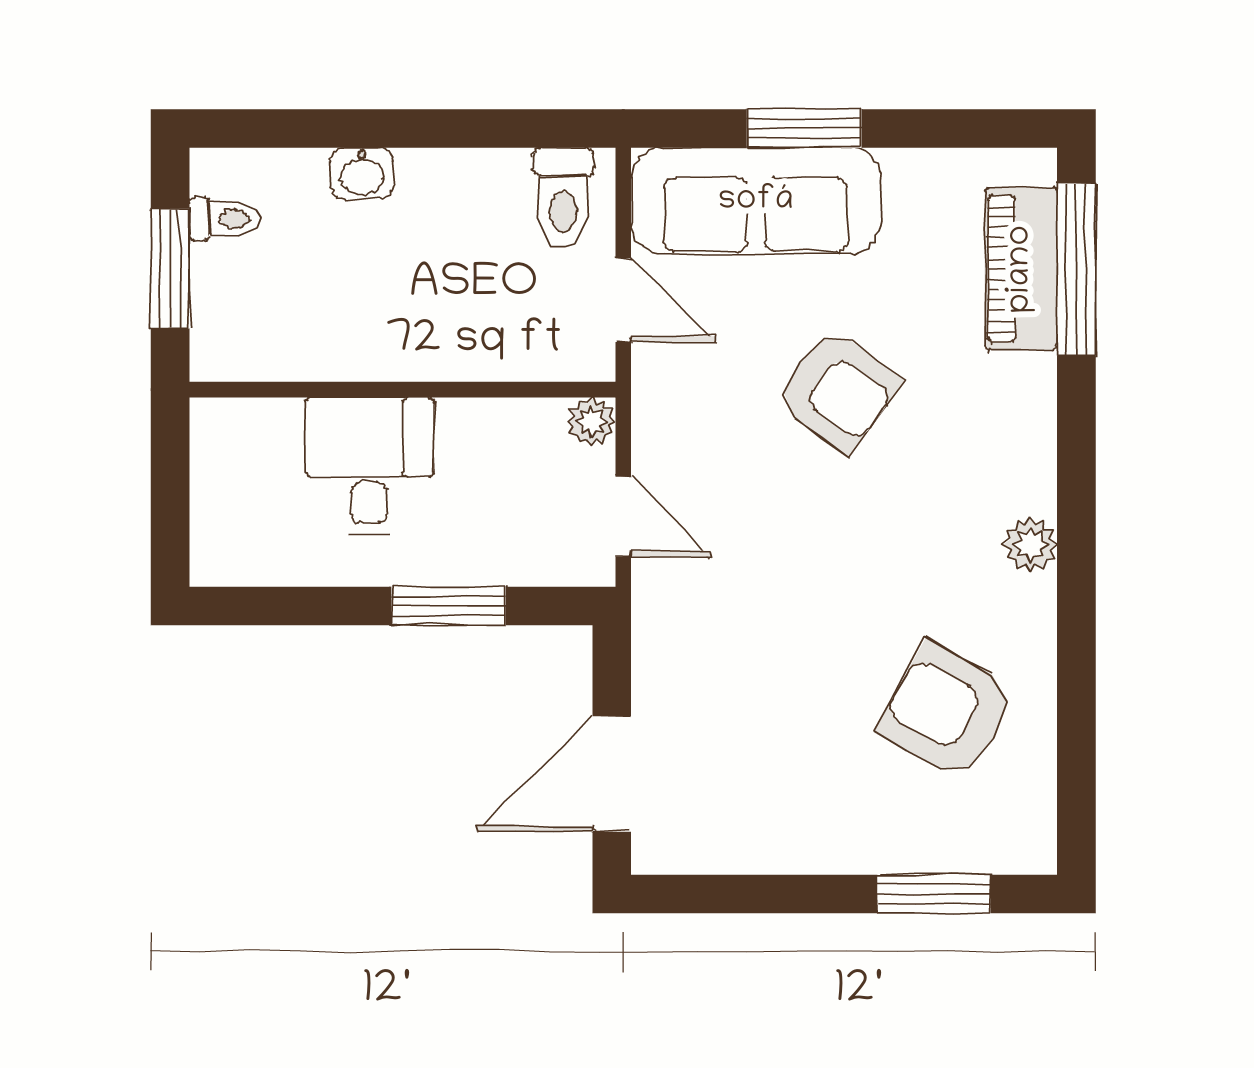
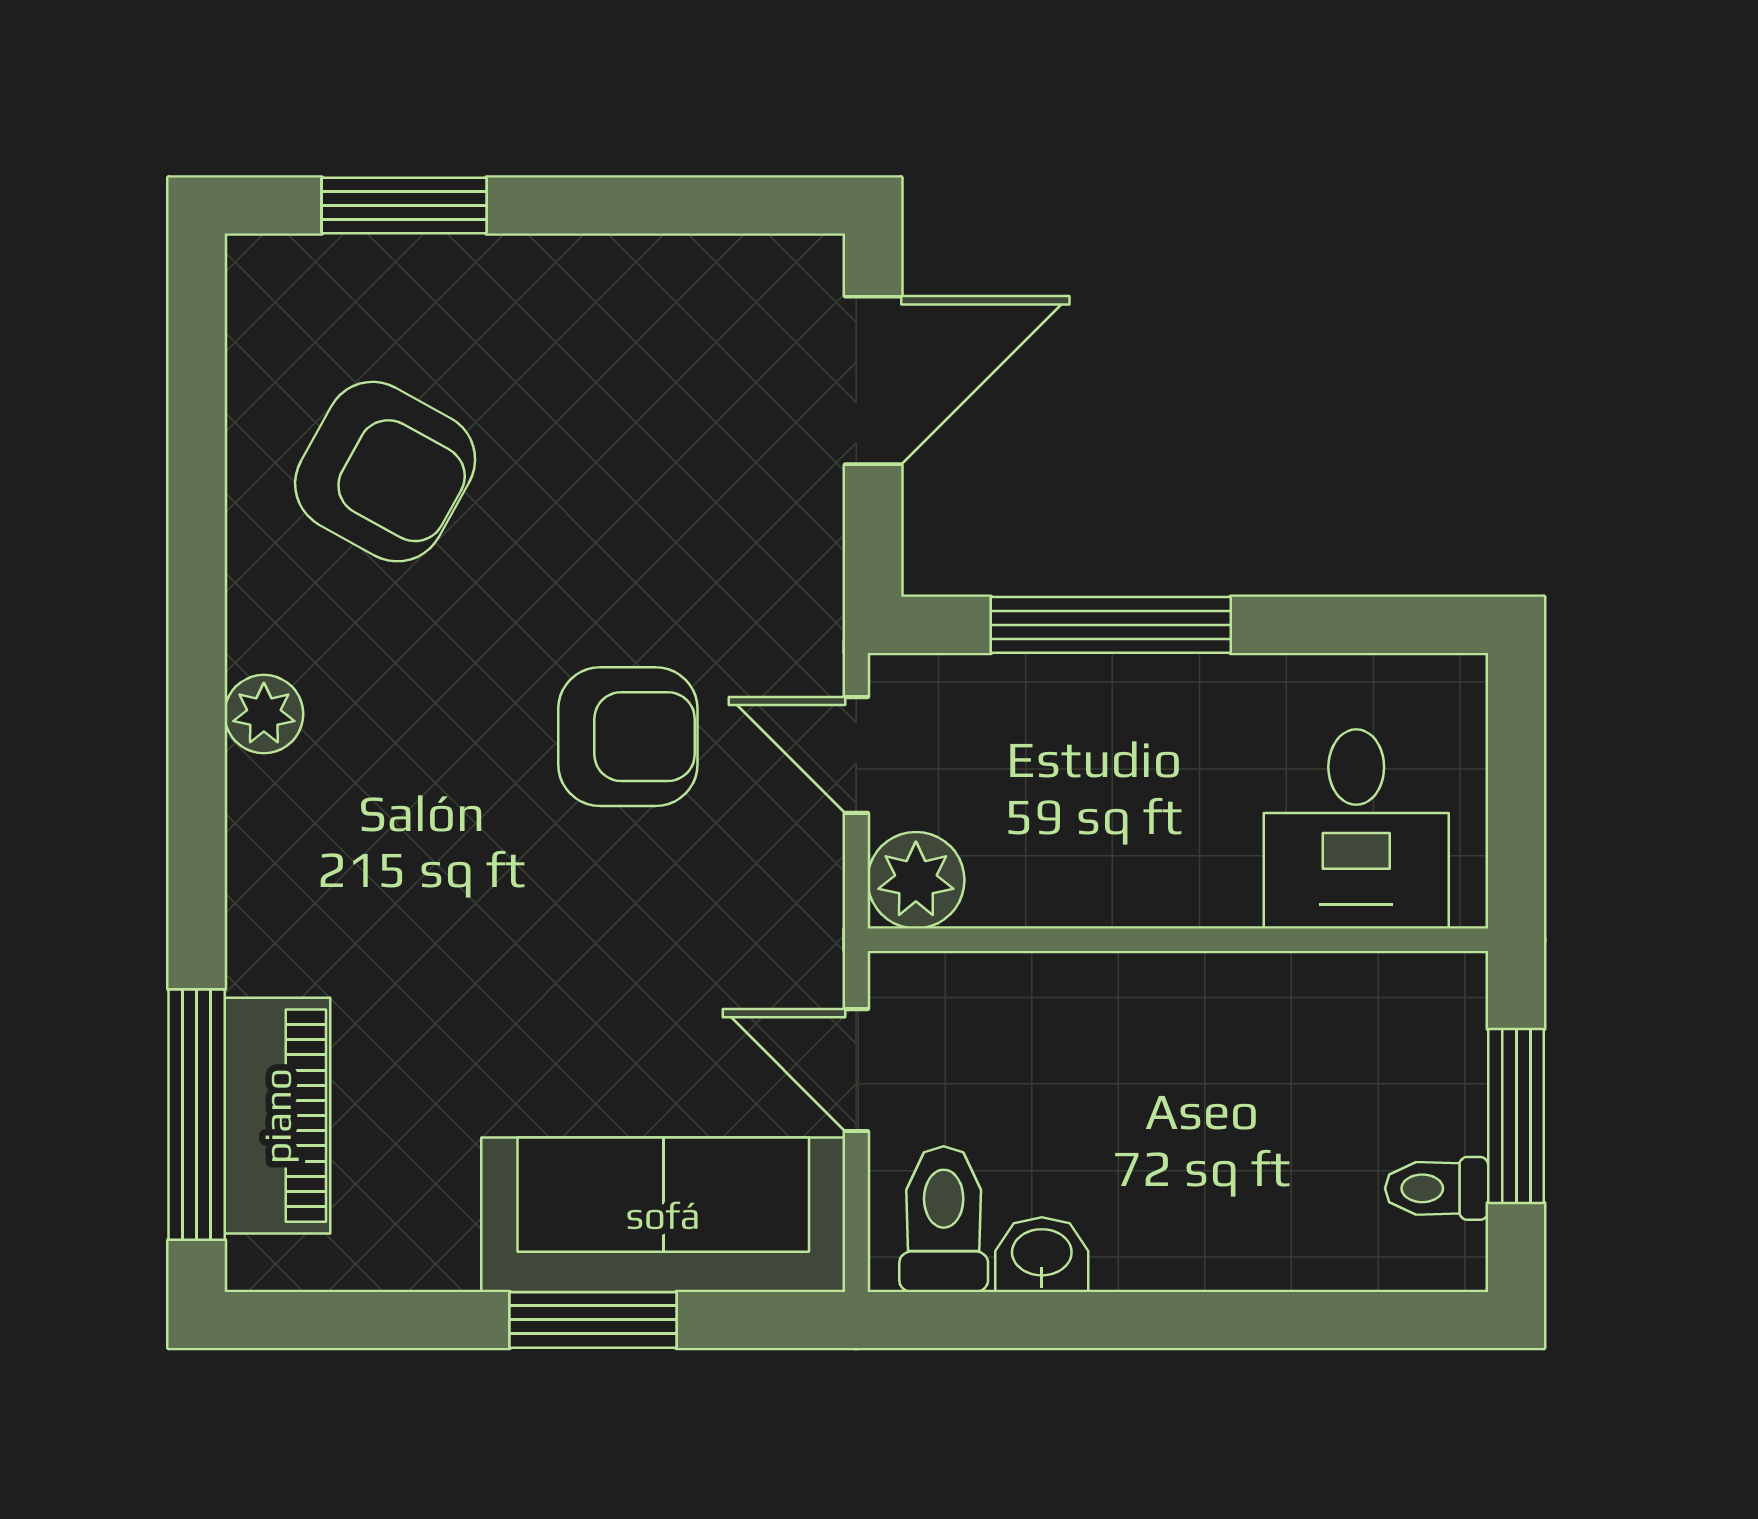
washbasin: (362, 173) -> (1042, 1255), moved
armchair: (838, 391) -> (628, 737), moved, turned 144
plant: (591, 421) -> (916, 880), width x1.38, depth x1.38
desk: (370, 466) -> (1356, 829), moved
window: (449, 606) -> (1111, 625), width x1.44

